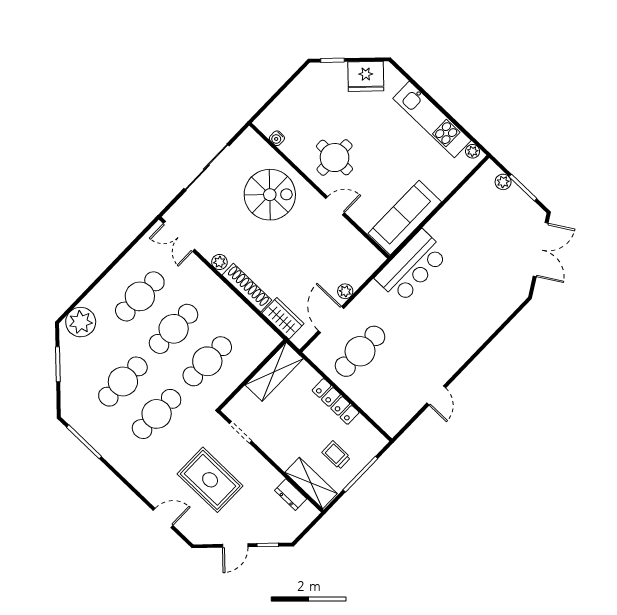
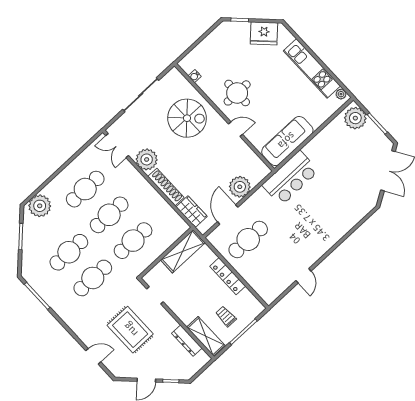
plant: (503, 182) -> (355, 118), width x1.87, depth x1.87
plant: (219, 262) -> (147, 159), width x1.87, depth x1.87
plant: (345, 291) -> (240, 187), width x1.88, depth x1.88
dresser: (291, 495) -> (187, 341), width x1.44

